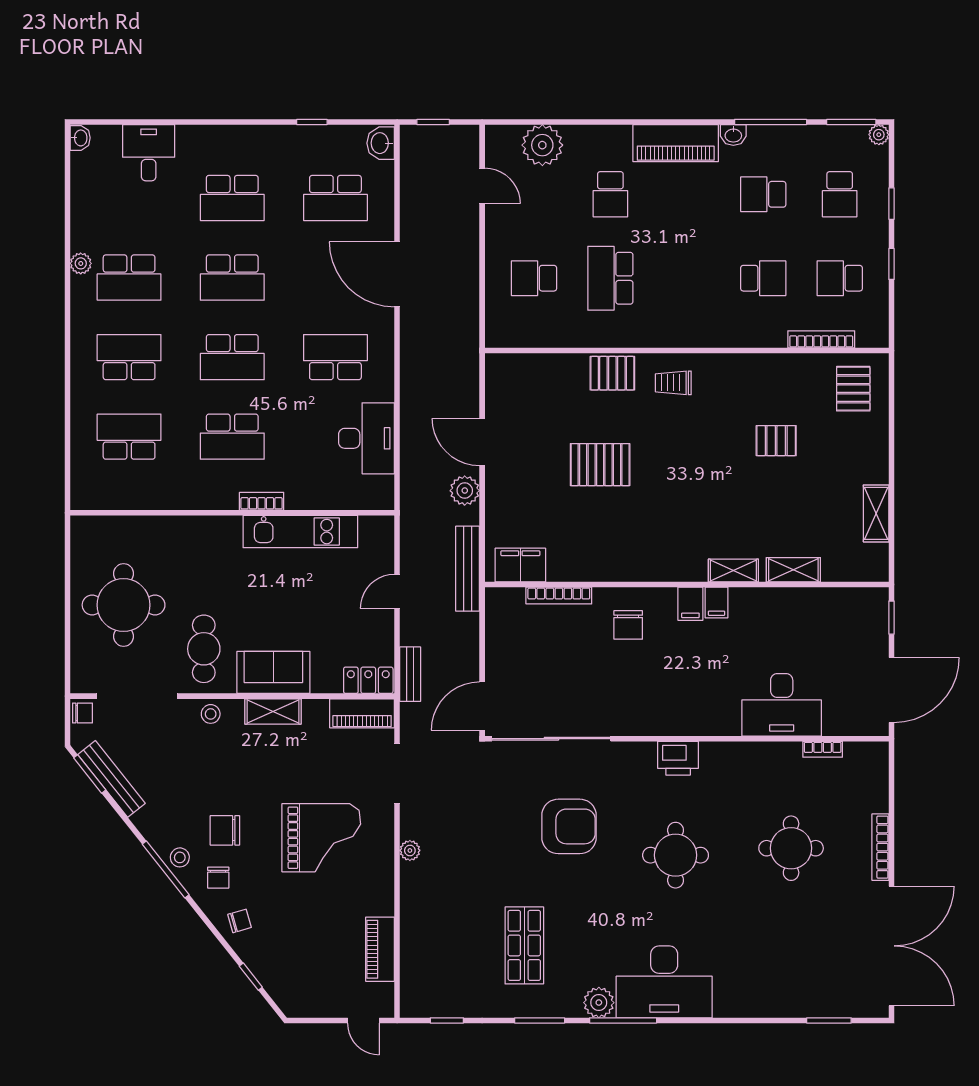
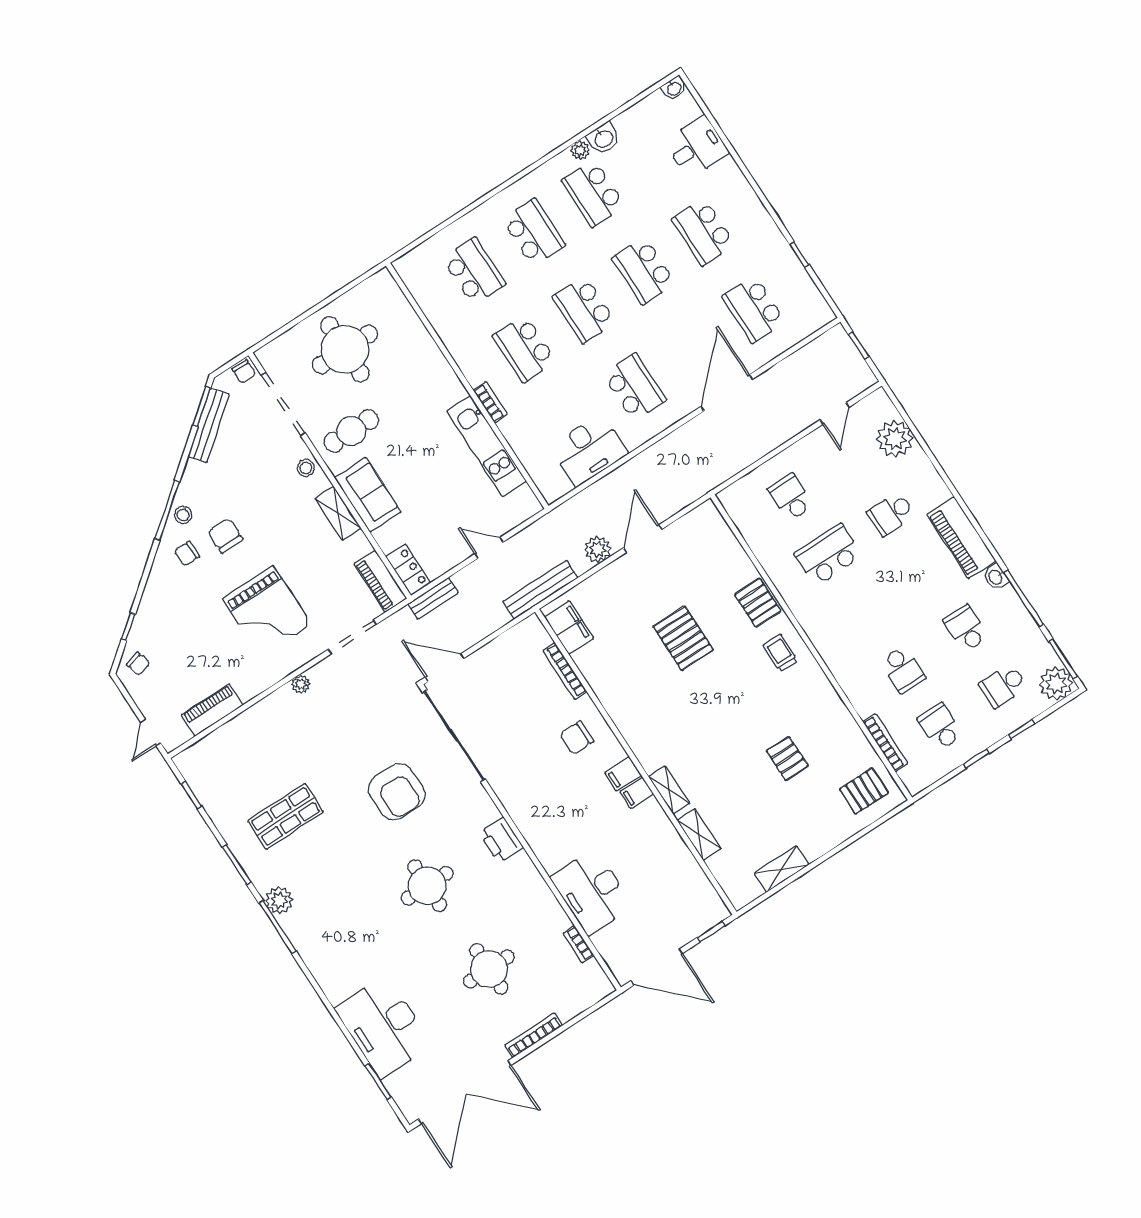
plant: (879, 135) -> (1056, 684), width x1.88, depth x1.88
washbasin: (381, 143) -> (604, 138), moved, turned 180
chair: (240, 921) -> (138, 664), moved
desk: (664, 982) -> (384, 1027), moved

